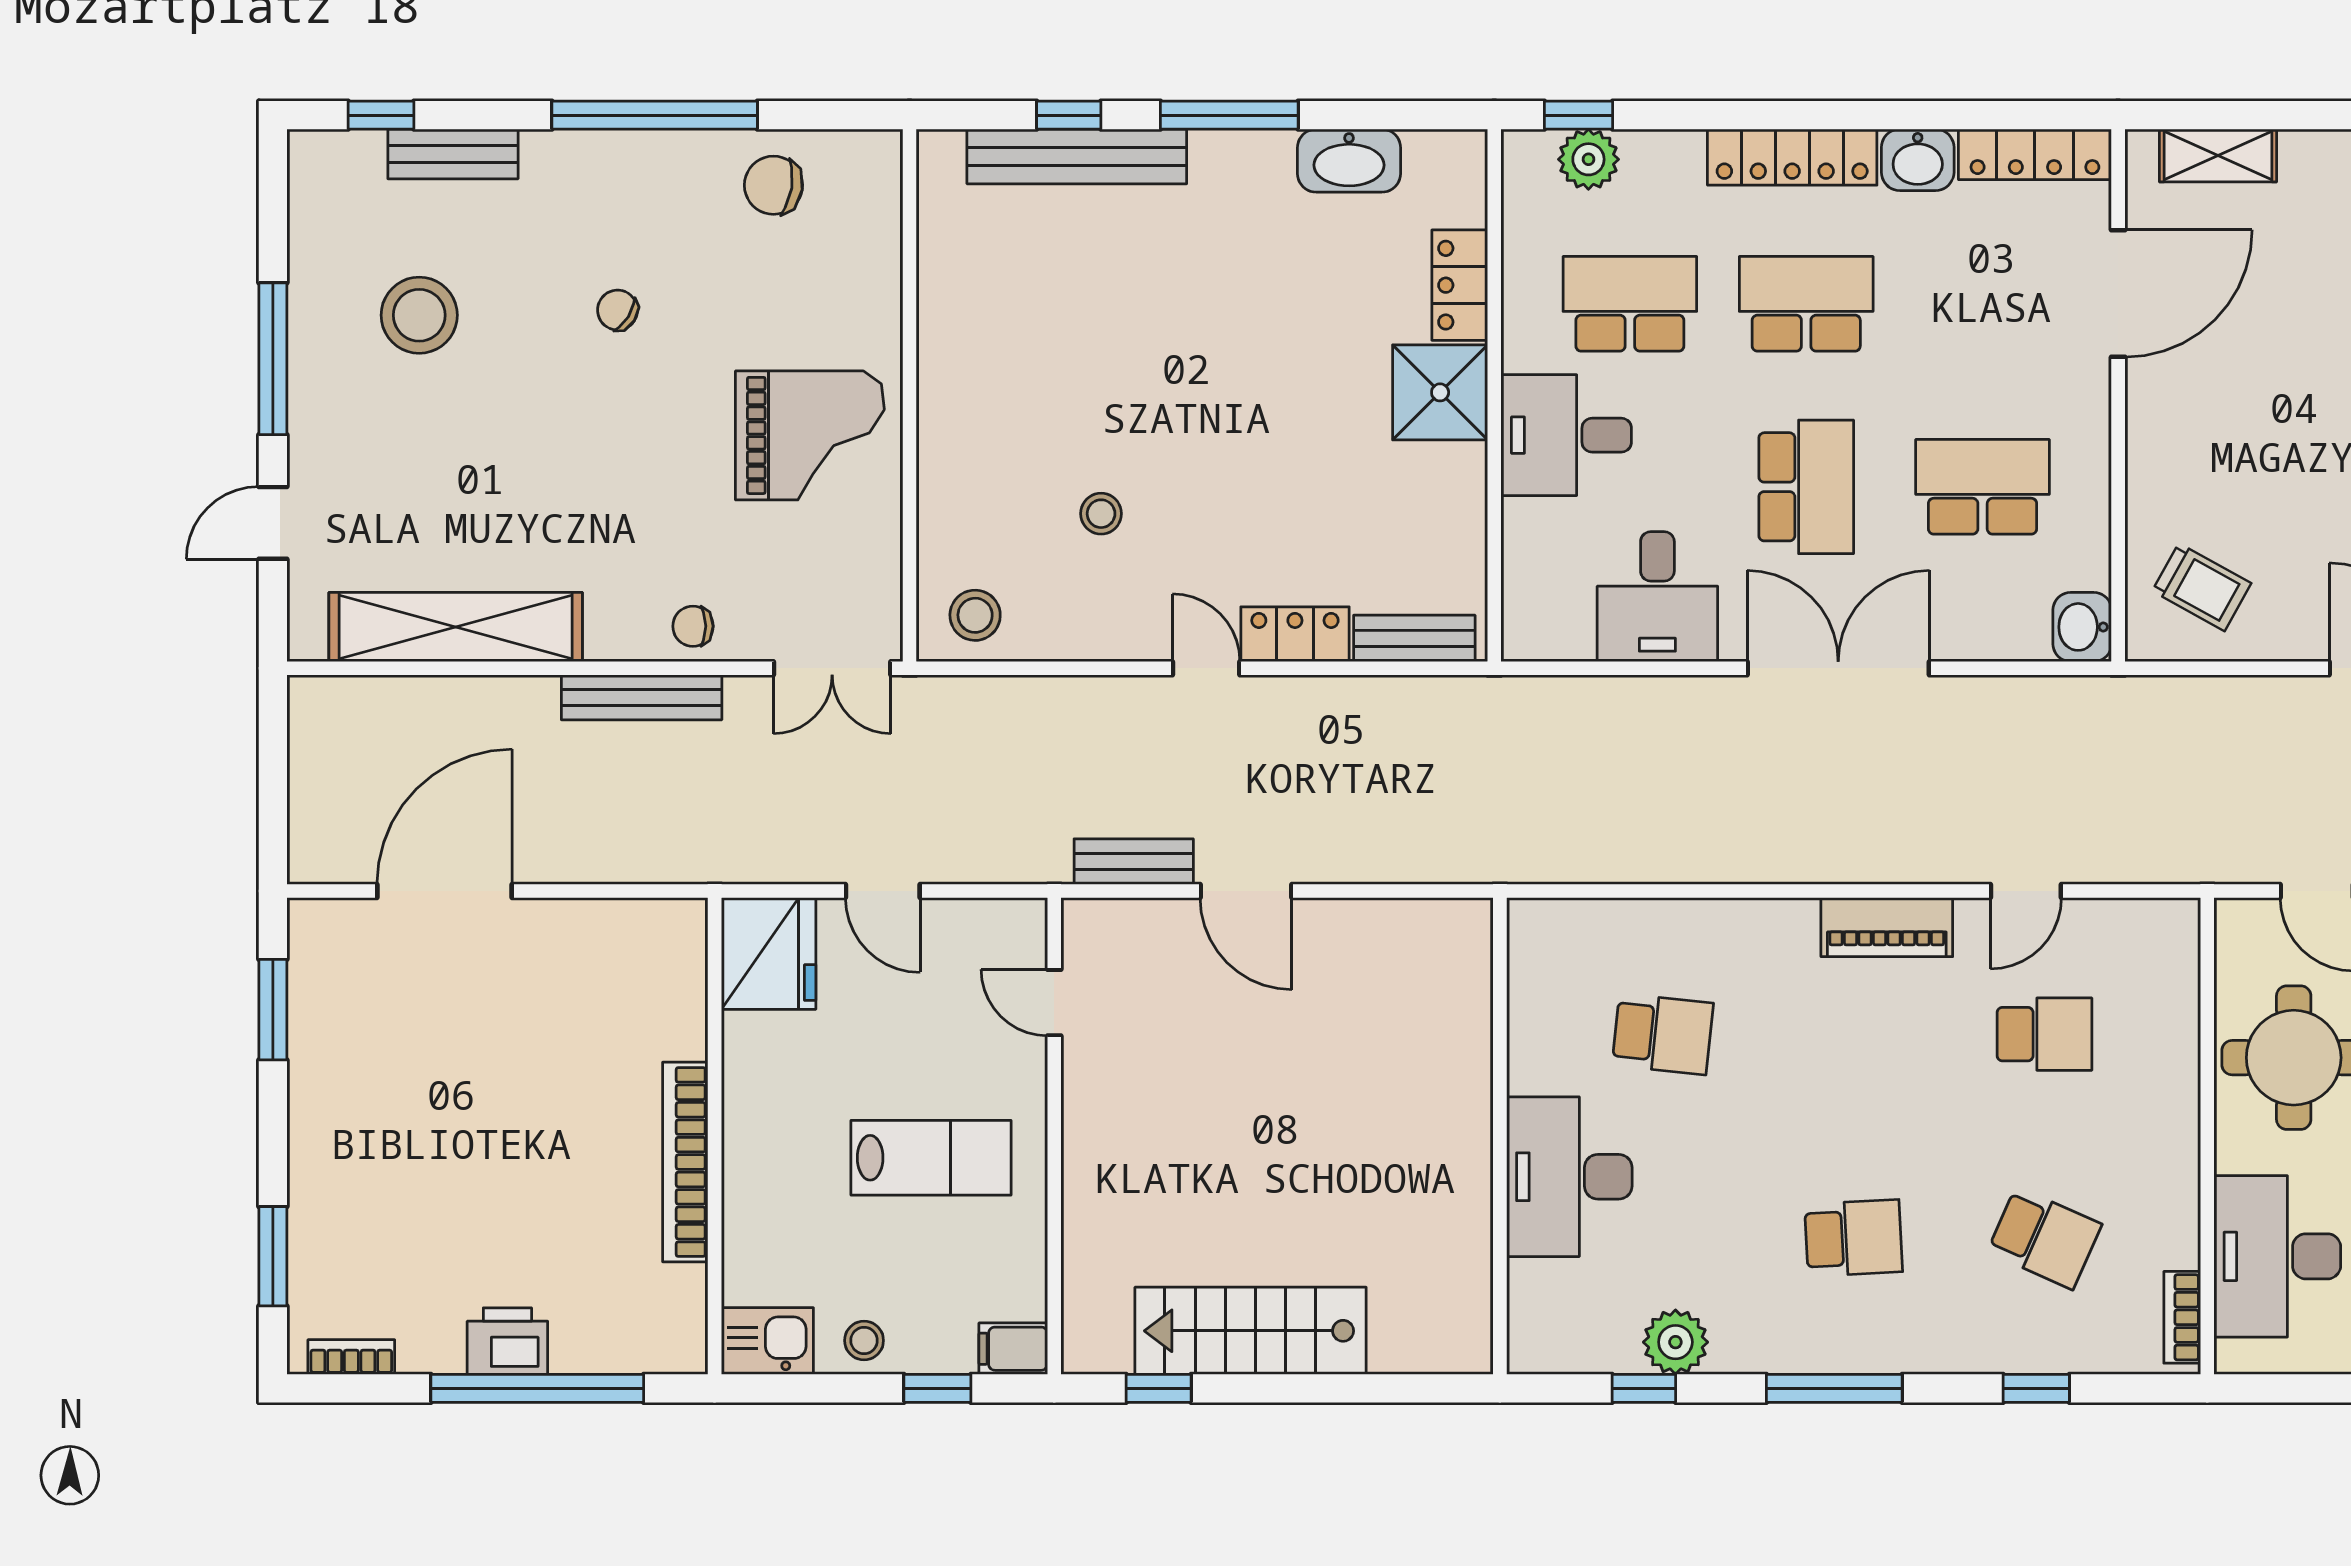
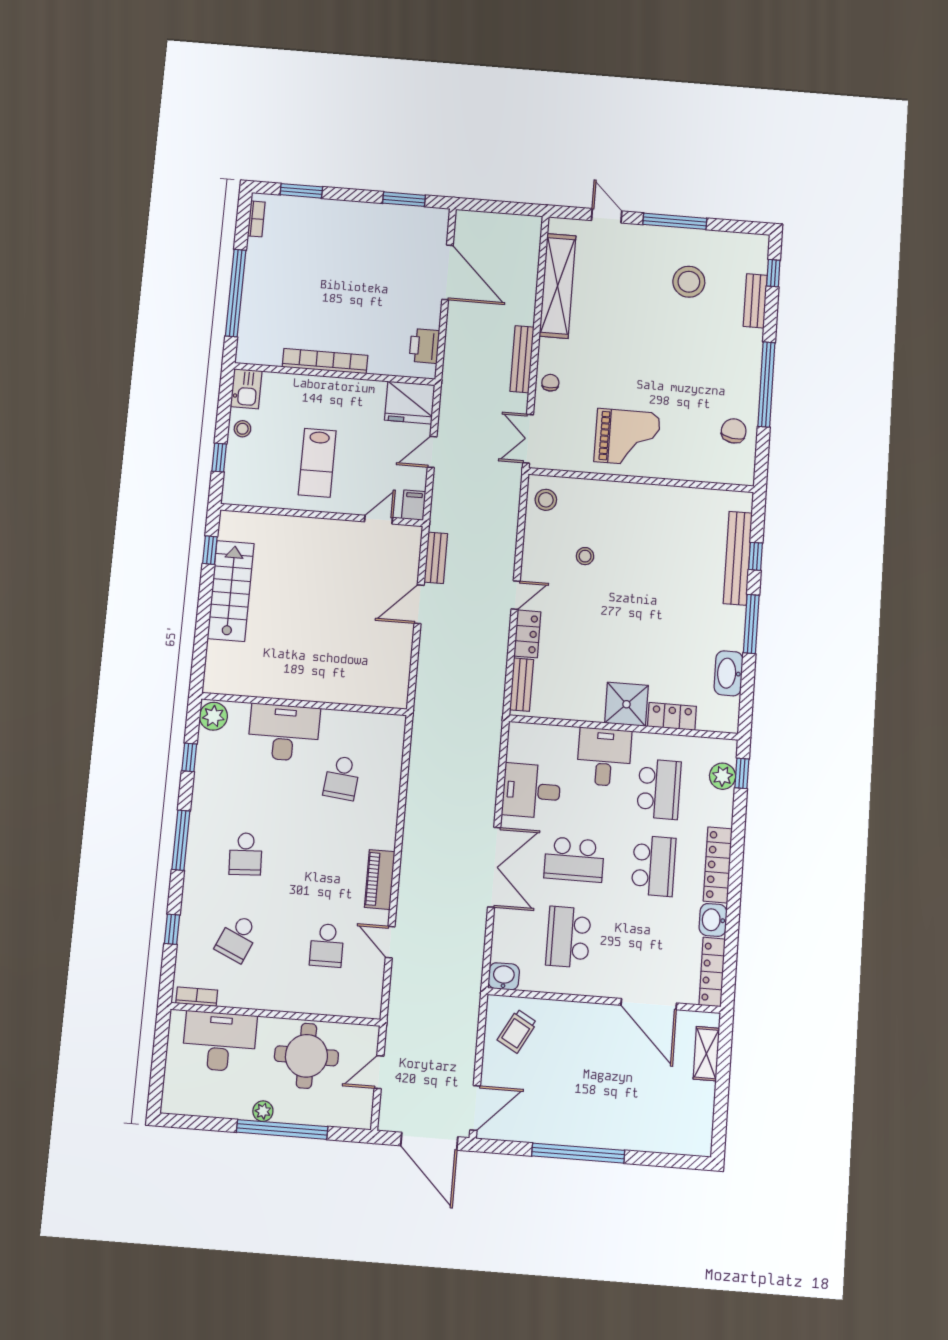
chair: (617, 310) -> (685, 363), removed
grand piano: (810, 435) -> (627, 437), turned -90
school desk: (1983, 487) -> (568, 937), turned 180
printer: (507, 1341) -> (424, 346), moved, turned 180
plant: (1675, 1342) -> (213, 716), moved
filing cabinet: (1013, 1349) -> (414, 505), moved

